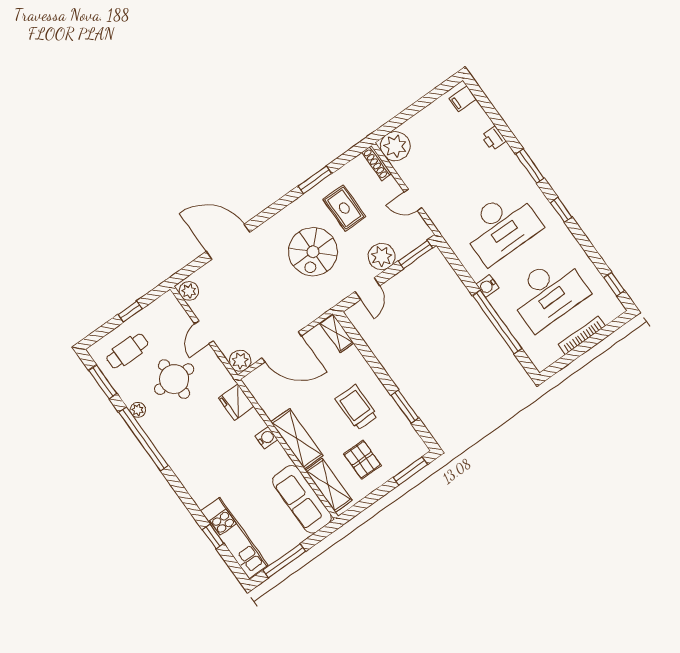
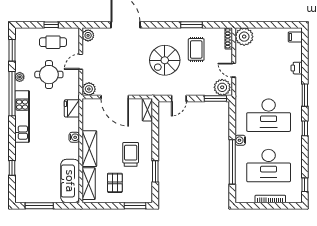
plant: (382, 256) -> (222, 87), moved
cafe table: (127, 351) -> (53, 42), moved
kitchen unit: (234, 538) -> (22, 116), moved

